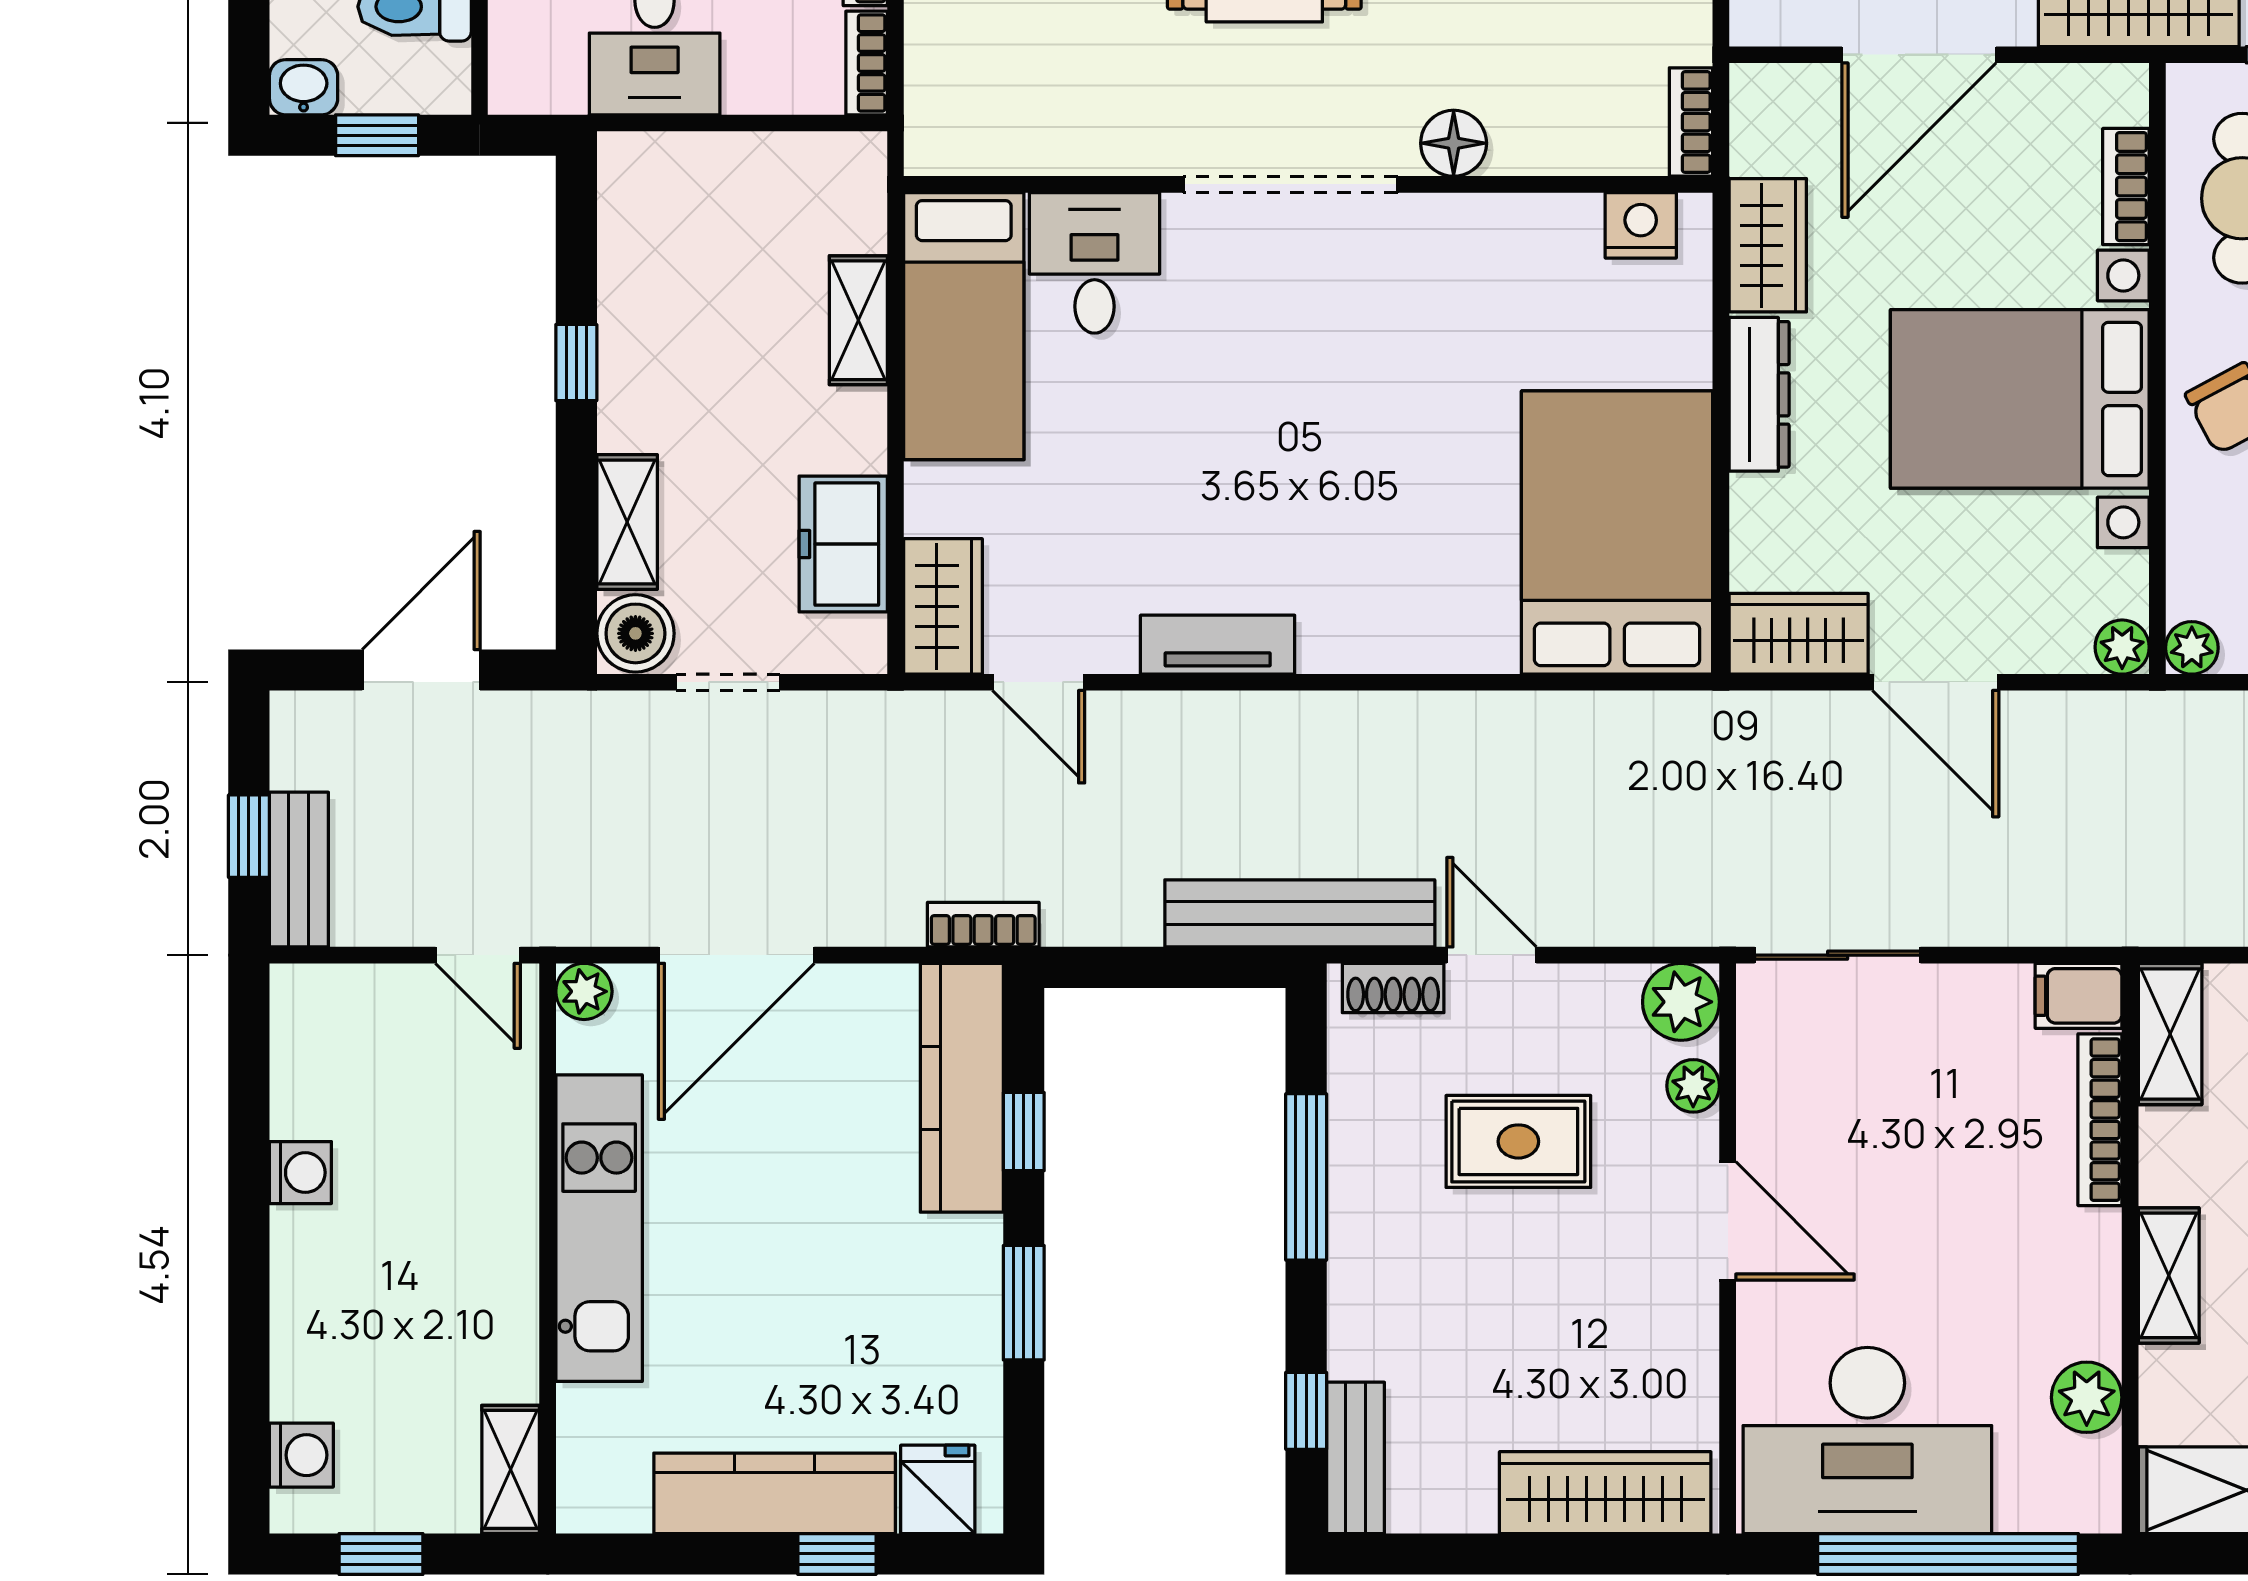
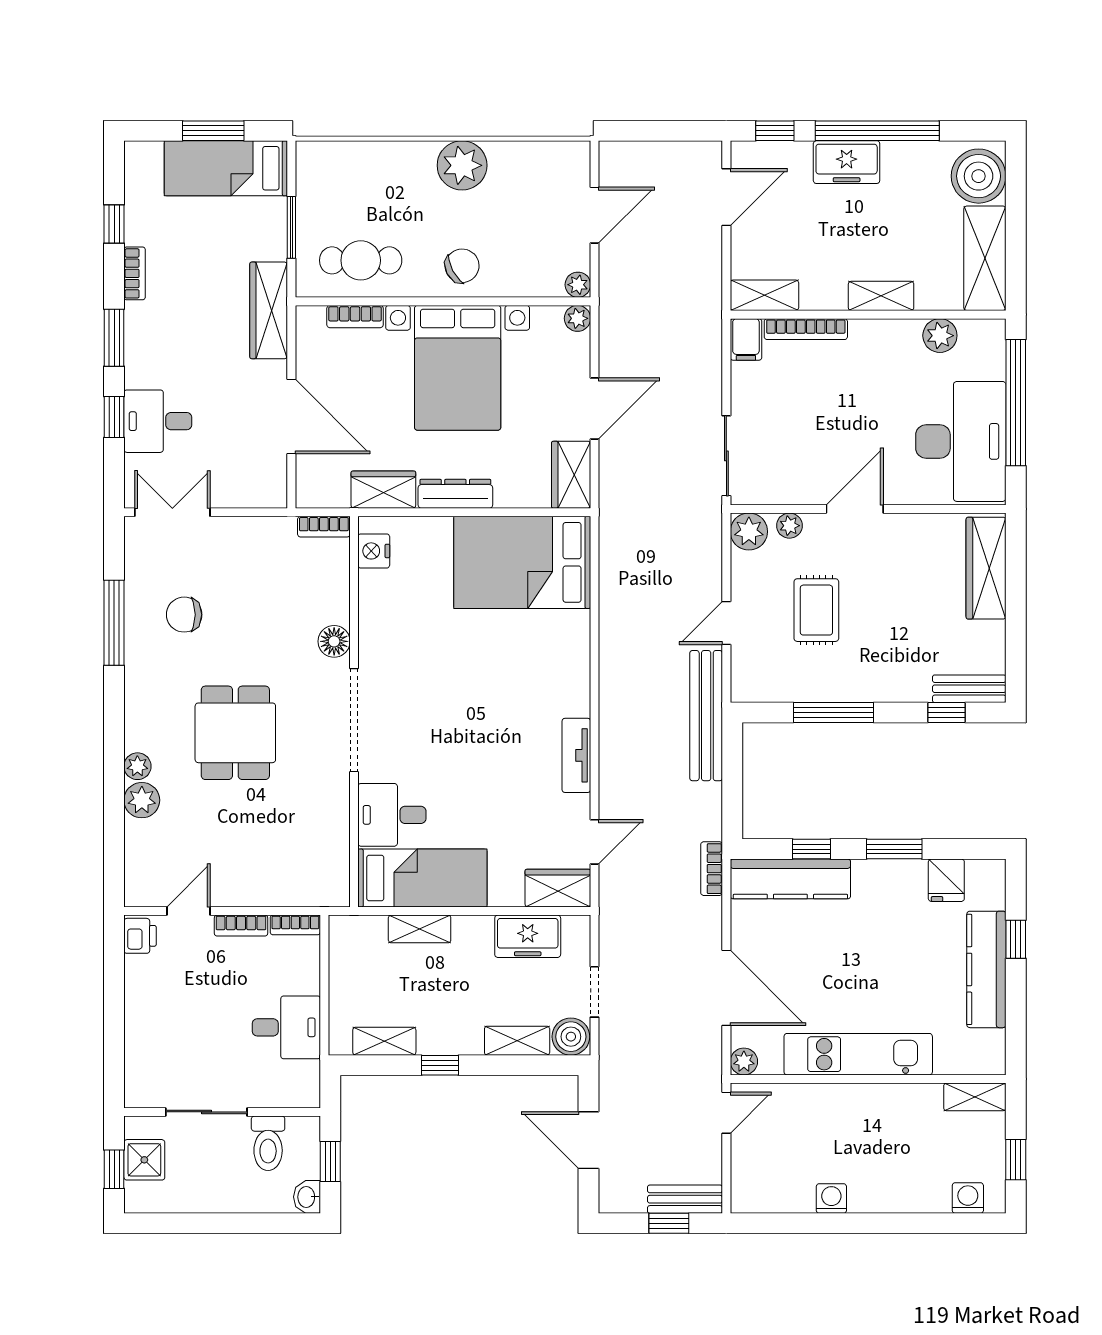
shelving: (626, 247) -> (384, 1041), added
shoe rack: (1393, 988) -> (742, 671), removed
fridge: (938, 1489) -> (946, 880), moved, turned -90

